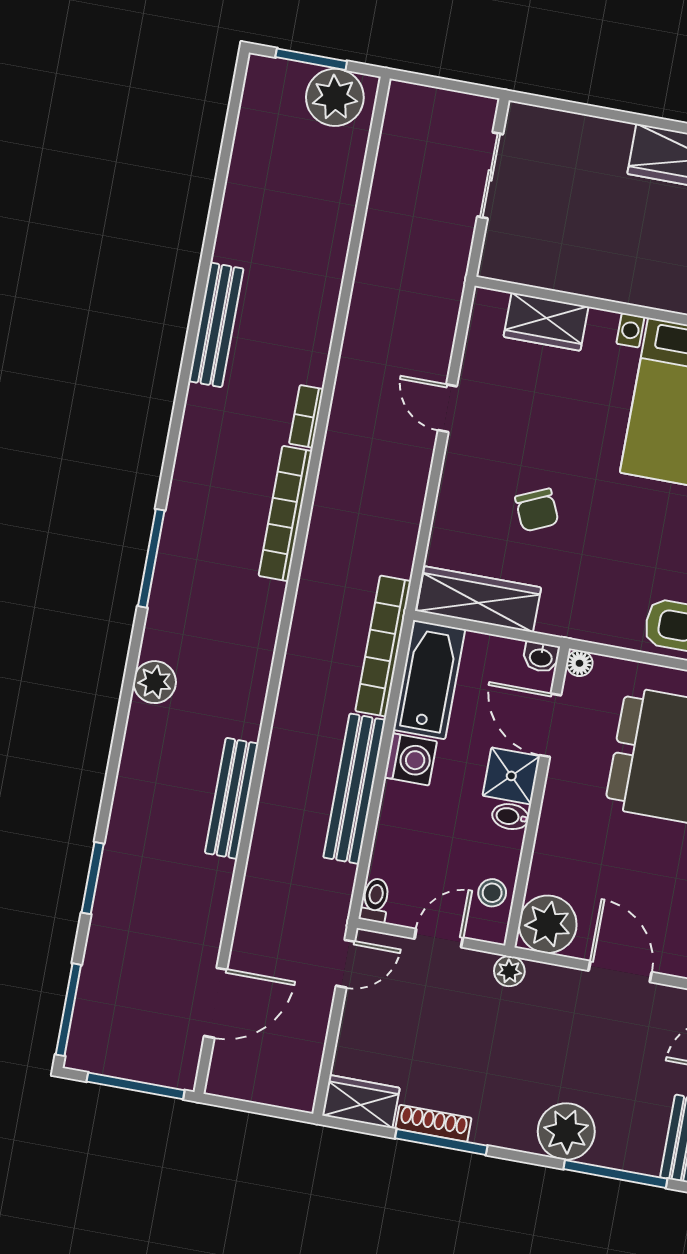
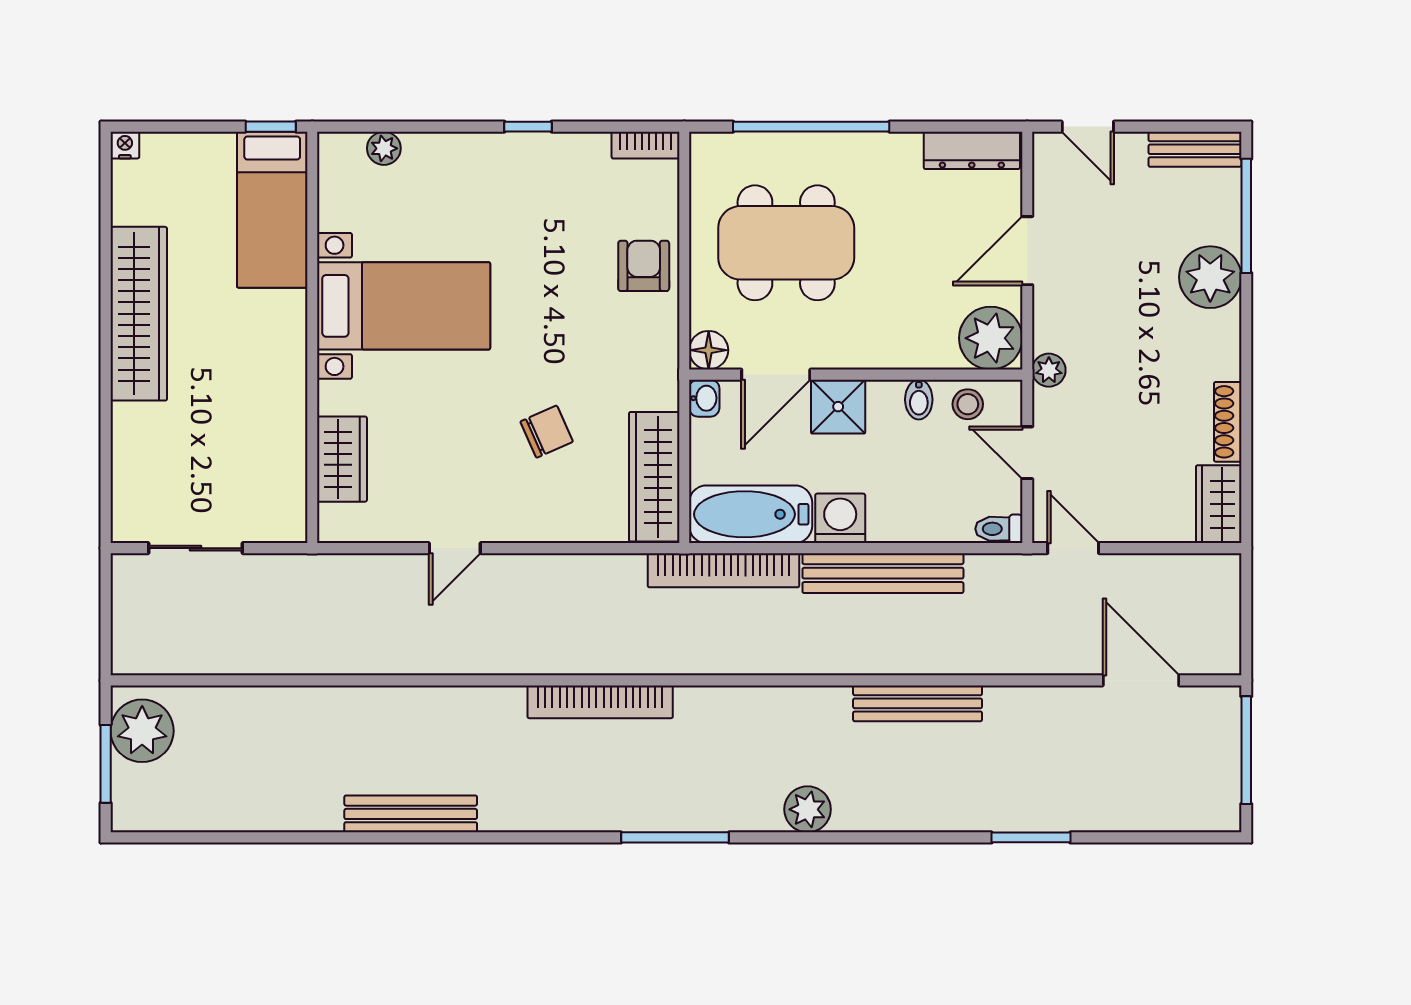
bookcase: (306, 416) -> (491, 698), removed
floor lamp: (579, 663) -> (709, 350), width x1.37, depth x1.37
bidet: (510, 817) -> (919, 400), moved
window: (68, 1010) -> (1177, 837), removed
window: (441, 1142) -> (1246, 410), removed

